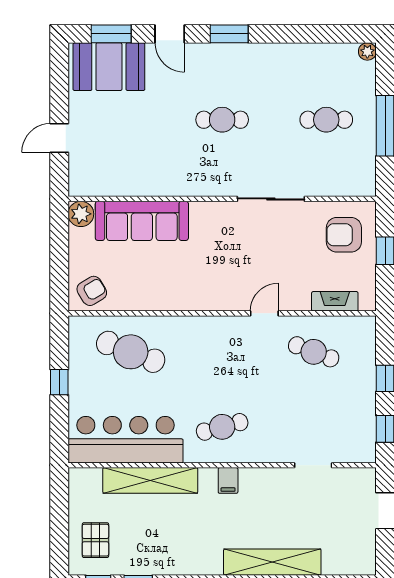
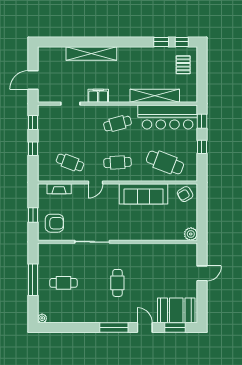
window: (229, 34) -> (114, 327), width x1.44
cafe table: (222, 120) -> (117, 283), turned 90
sofa: (142, 221) -> (144, 194), moved, turned 180
cafe table: (222, 352) -> (117, 162), added
window: (59, 431) -> (202, 121), added
filing cabinet: (228, 480) -> (98, 96), moved, width x2.00

